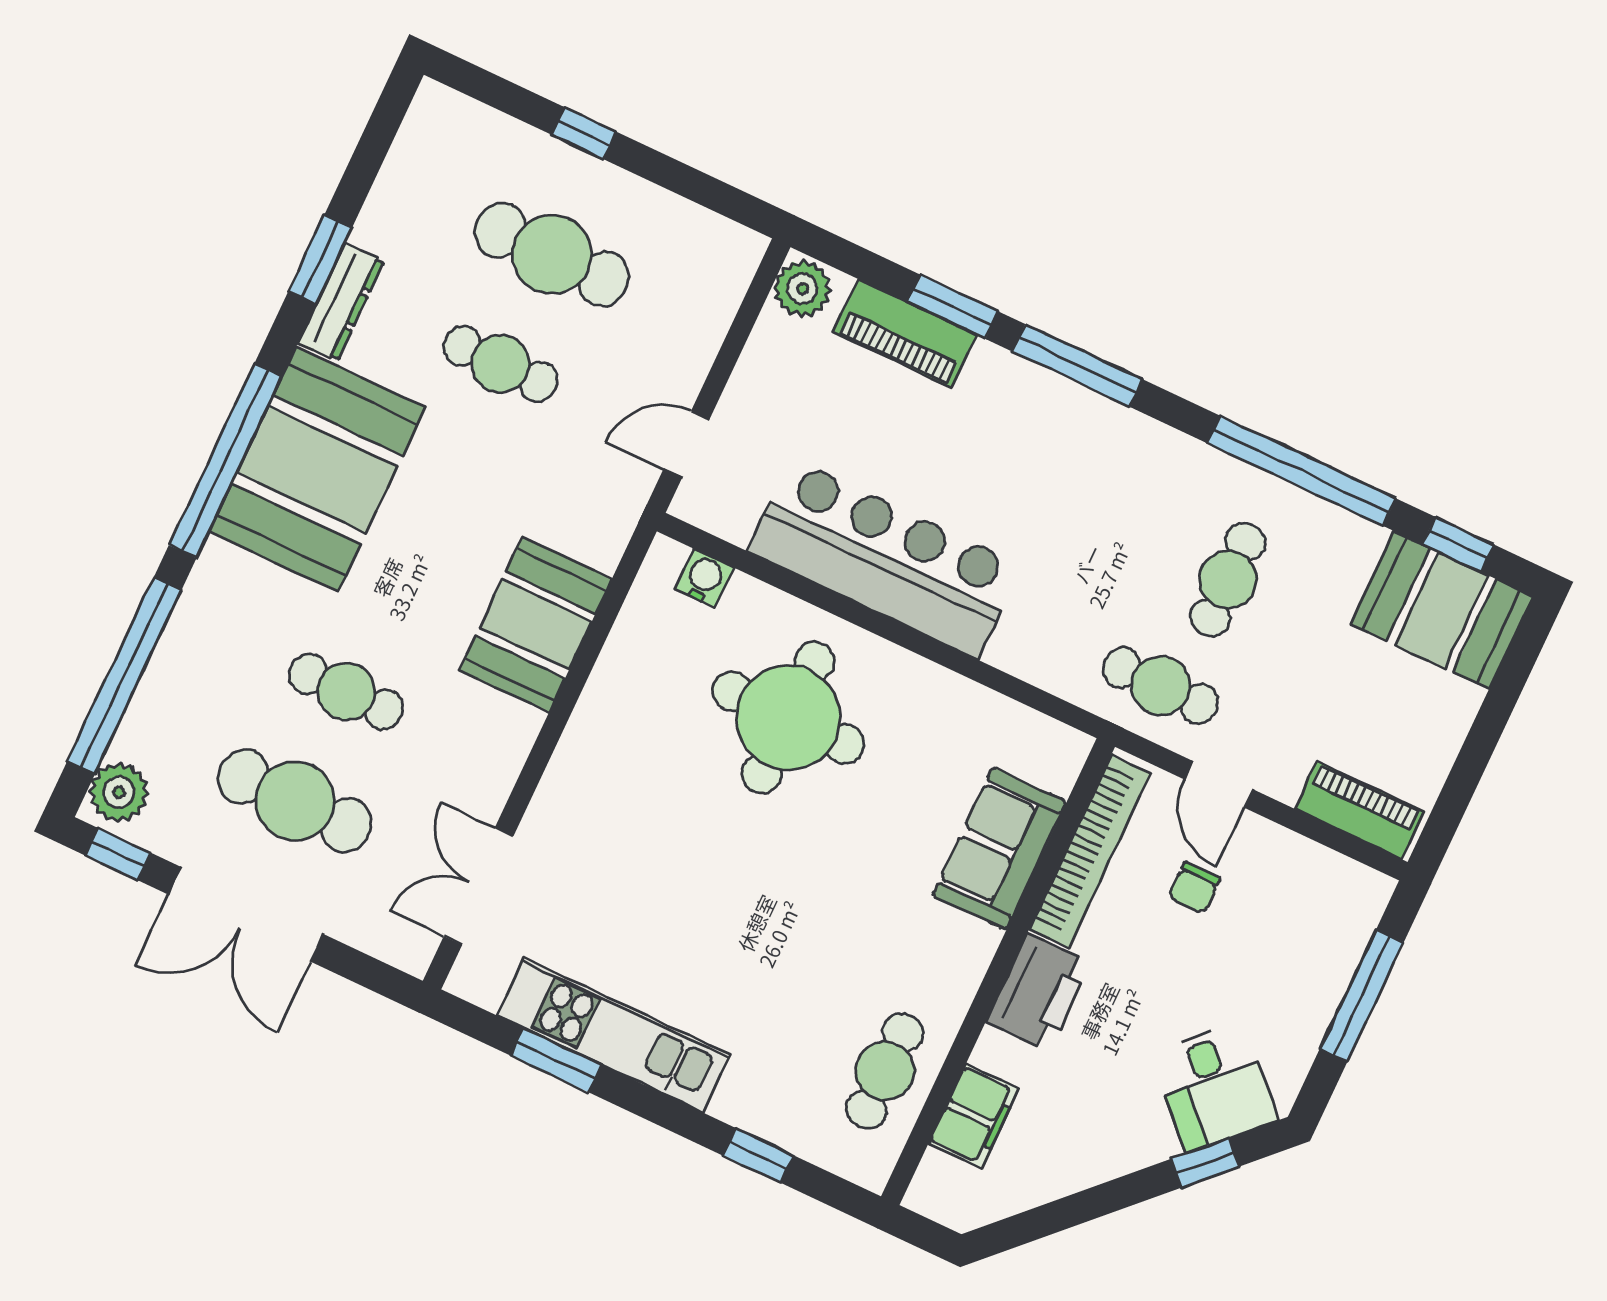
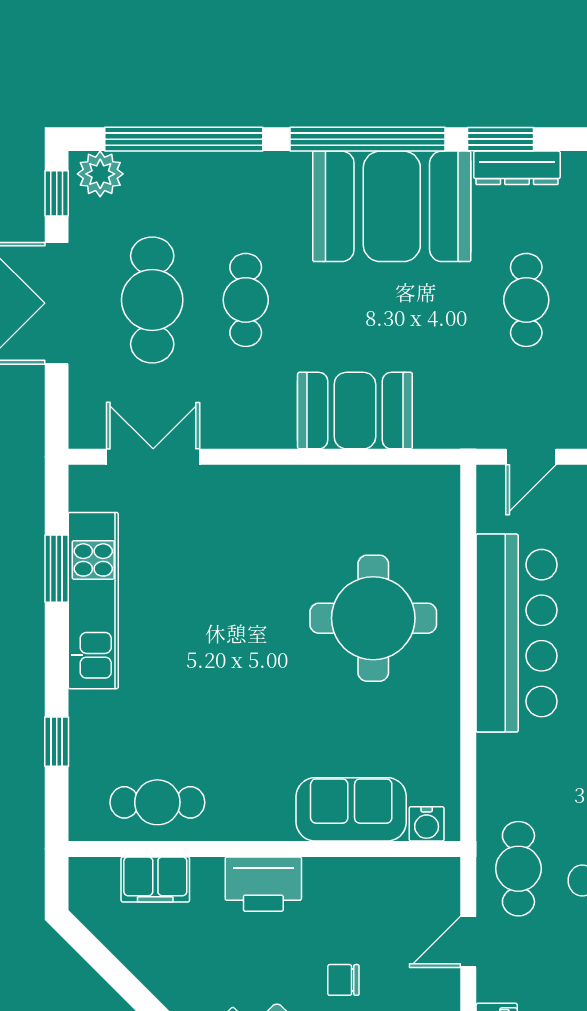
window: (320, 259) -> (501, 139), moved
door: (686, 444) -> (531, 457), swing flipped
water cooler: (704, 578) -> (427, 824), moved, turned 90
bookcase: (1090, 851) -> (379, 874), removed
chair: (1194, 888) -> (343, 980), moved

